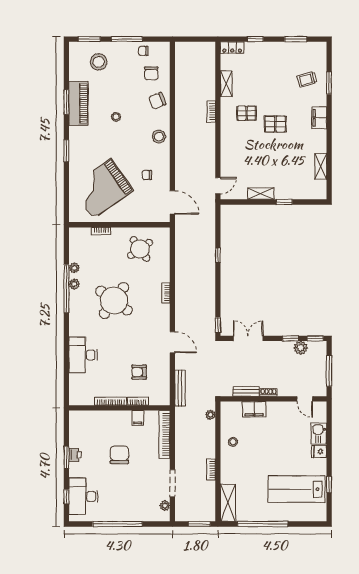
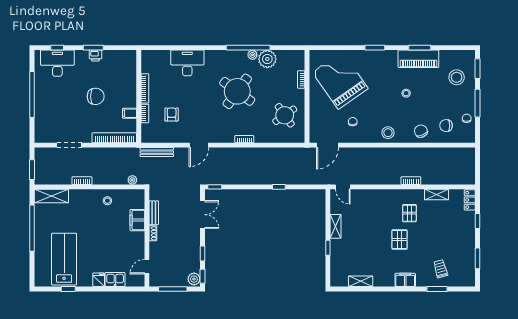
plant: (74, 268) -> (267, 59), width x1.88, depth x1.88
plant: (301, 348) -> (194, 279), moved
plant: (165, 506) -> (49, 138), removed

